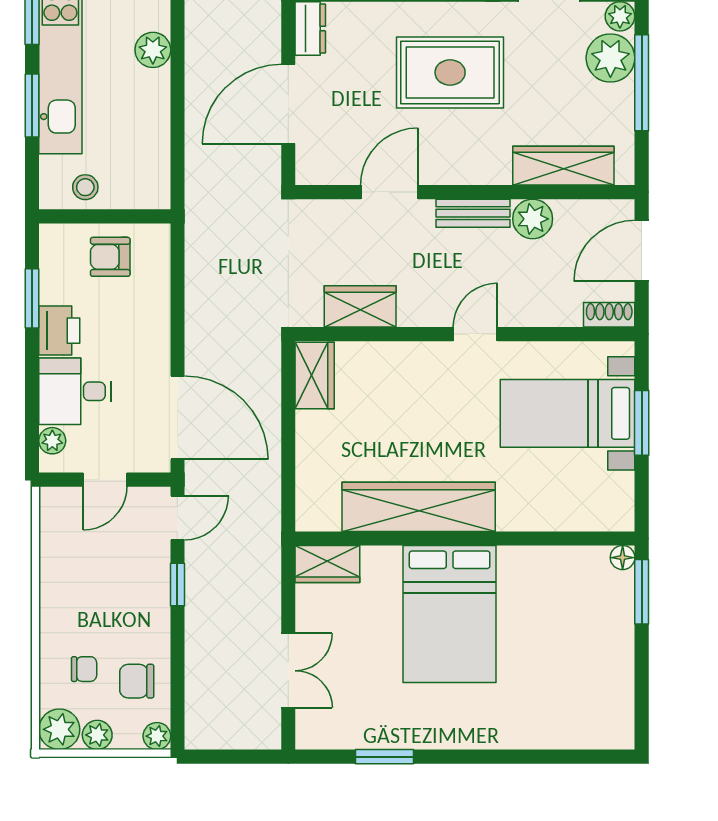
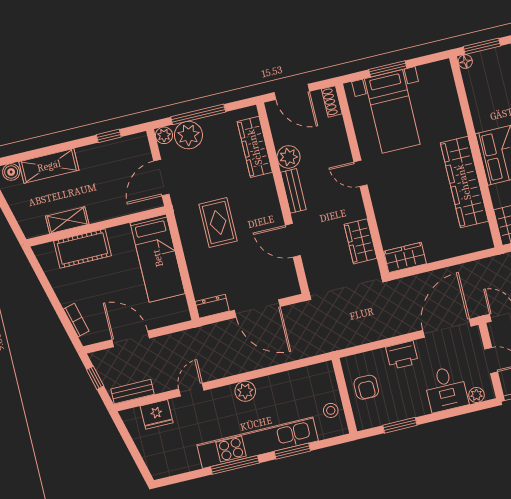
rug: (450, 72) -> (218, 223), width x0.73, depth x0.70
printer: (59, 331) -> (402, 355), moved, turned 180

